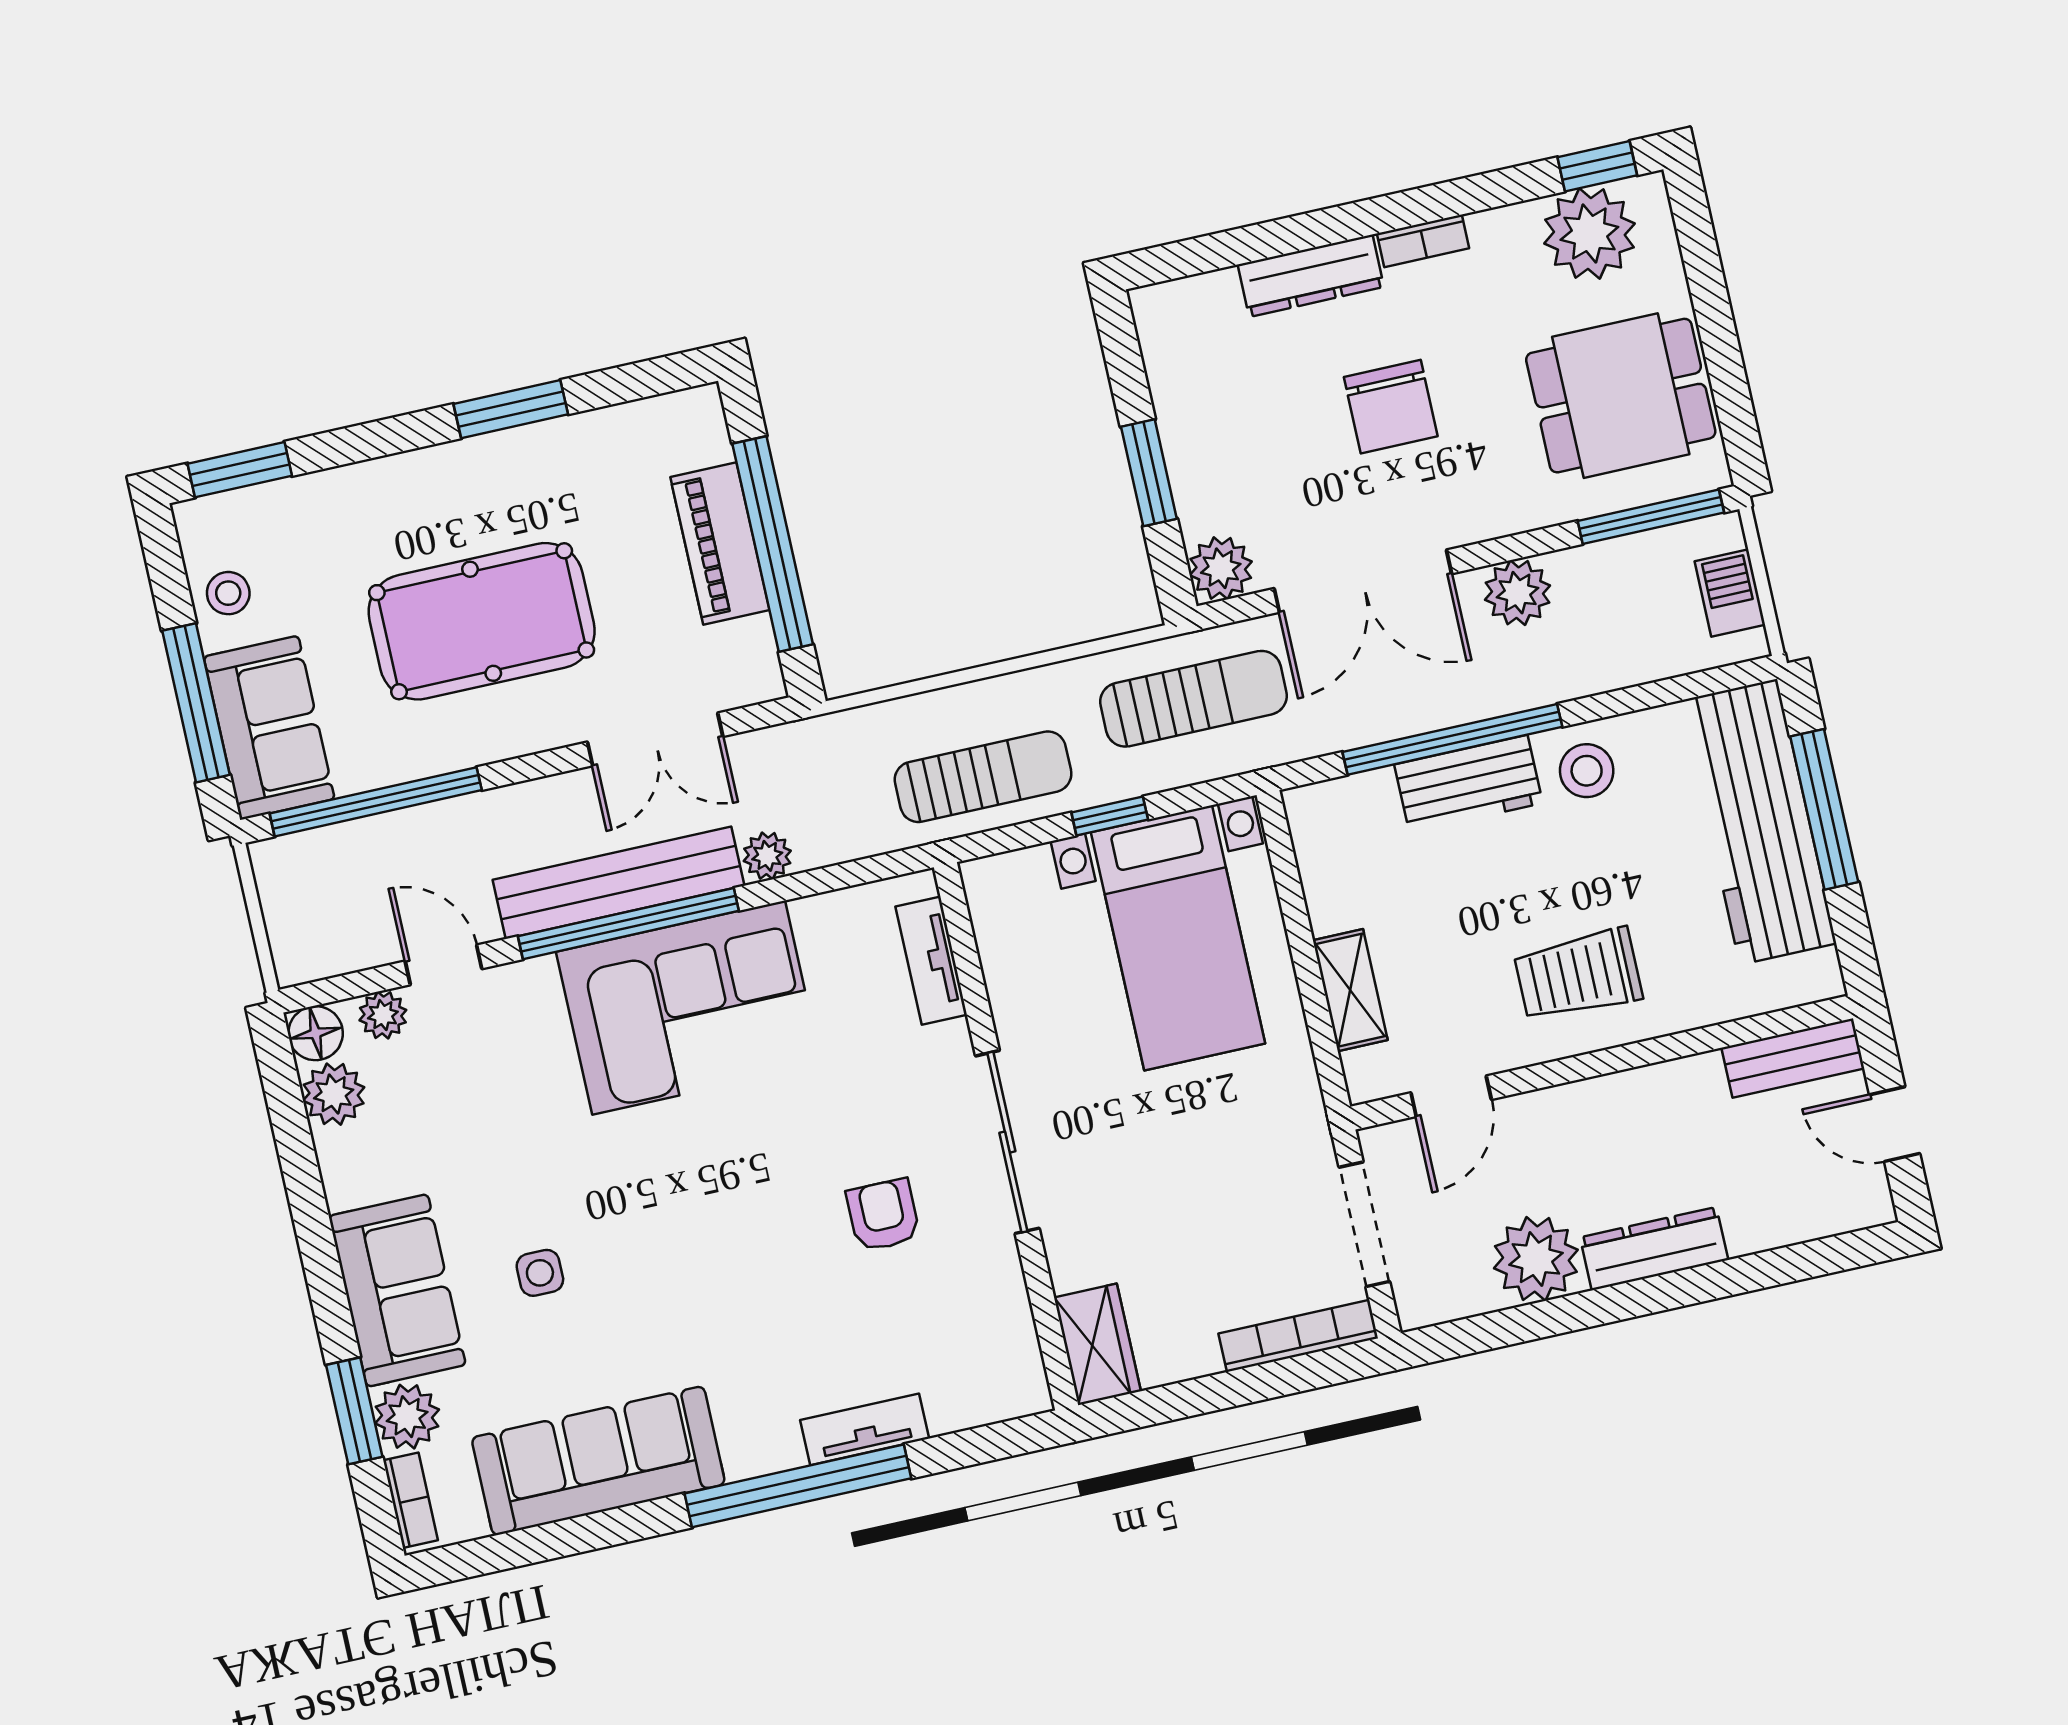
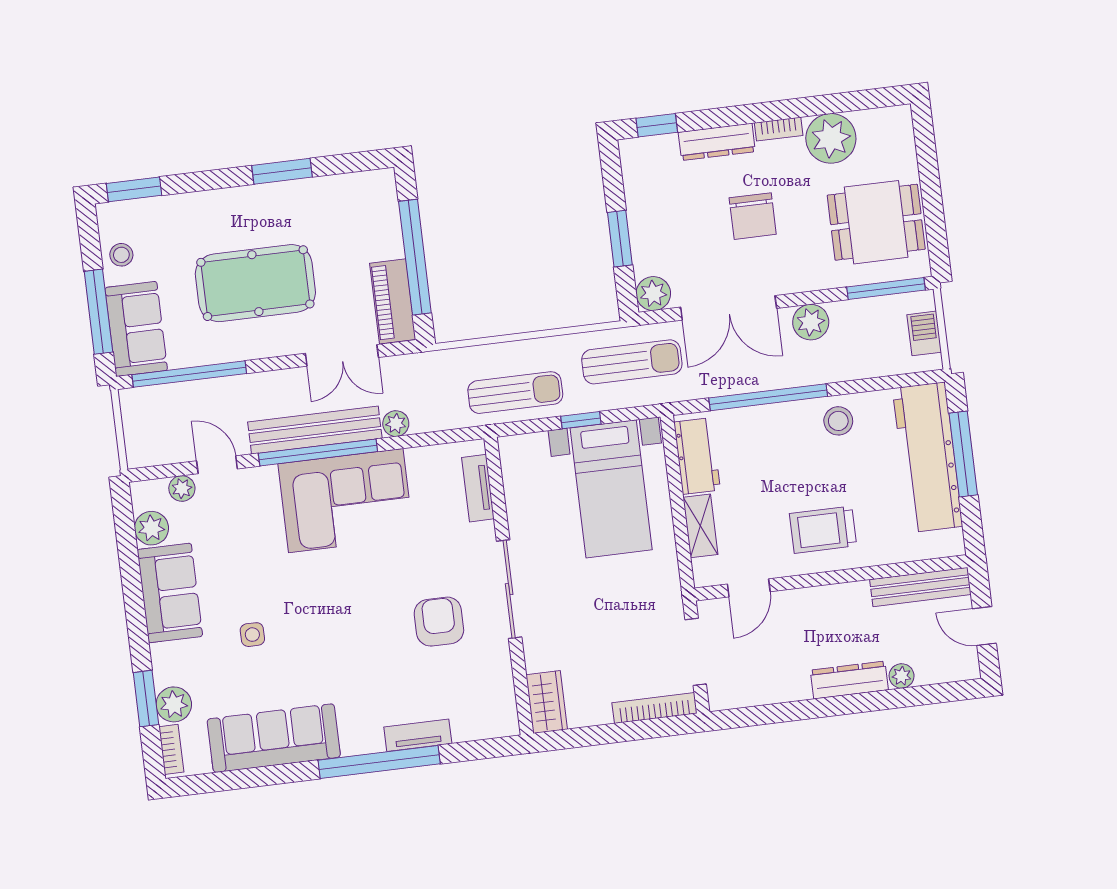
window: (1597, 166) -> (657, 125), moved
plant: (1589, 233) -> (831, 138), moved
piano: (720, 543) -> (393, 301), moved
workbench: (1468, 784) -> (697, 456), moved, turned -90
floor lamp: (316, 1033) -> (145, 495), removed
bench: (1793, 1058) -> (920, 587), width x1.36
armchair: (883, 1215) -> (439, 622), width x1.38, depth x1.38
plant: (1536, 1259) -> (902, 676), moved, width x0.53, depth x0.53
sofa: (397, 1290) -> (170, 593), moved

